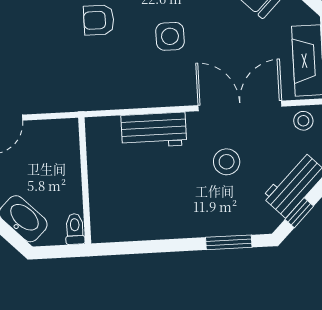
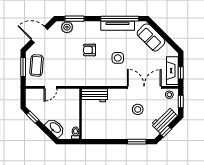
workbench: (154, 130) -> (95, 95), moved

